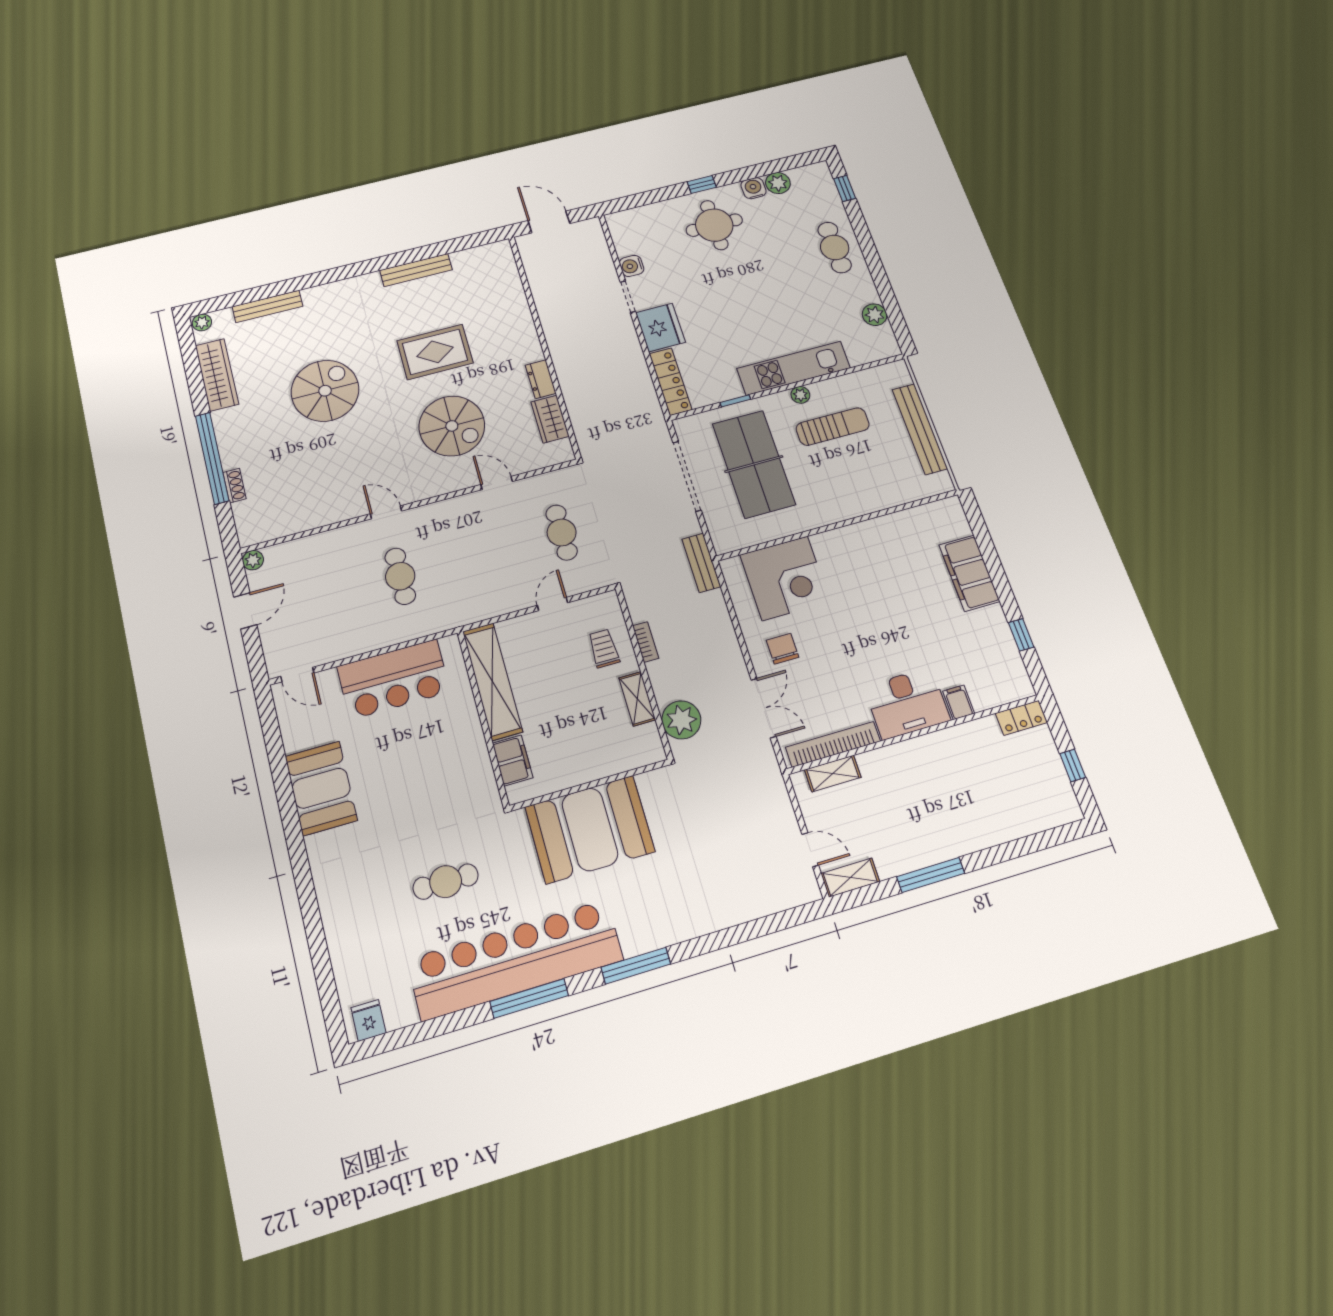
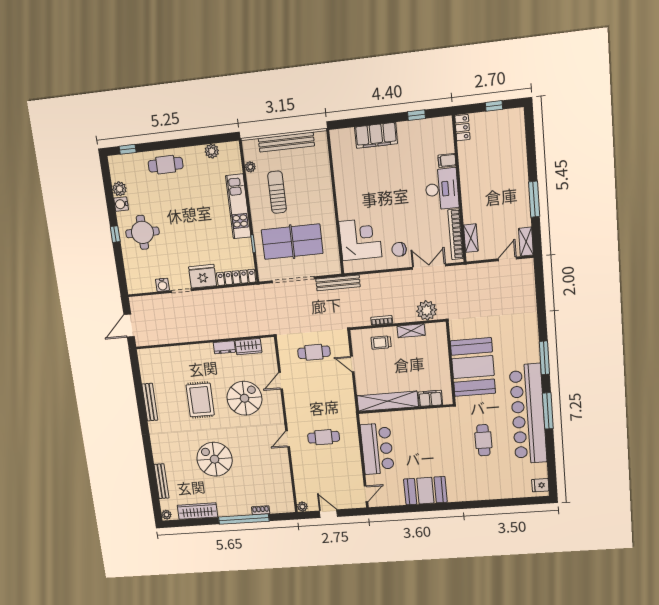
plant: (800, 395) -> (250, 167), moved
bench: (701, 563) -> (338, 283), width x1.36

